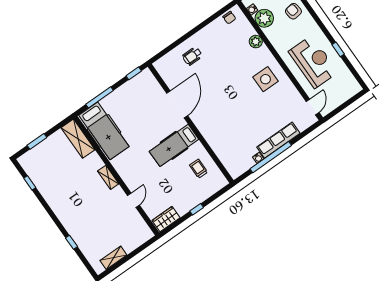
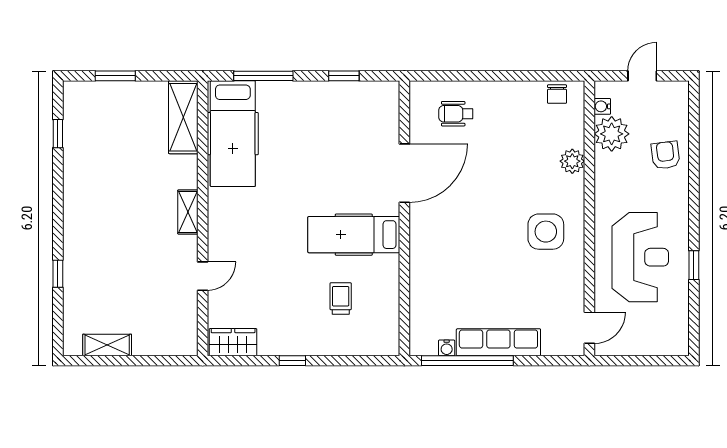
door: (177, 104) -> (404, 173), moved
wall: (191, 123) -> (404, 218), moved
hospital bed: (174, 145) -> (354, 235), moved

